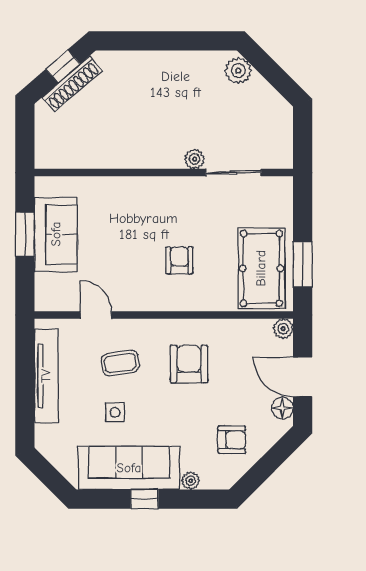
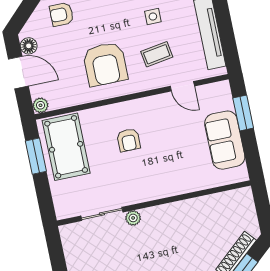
window: (25, 234) -> (243, 113), moved
armchair: (189, 364) -> (105, 64), width x1.36, depth x1.36

